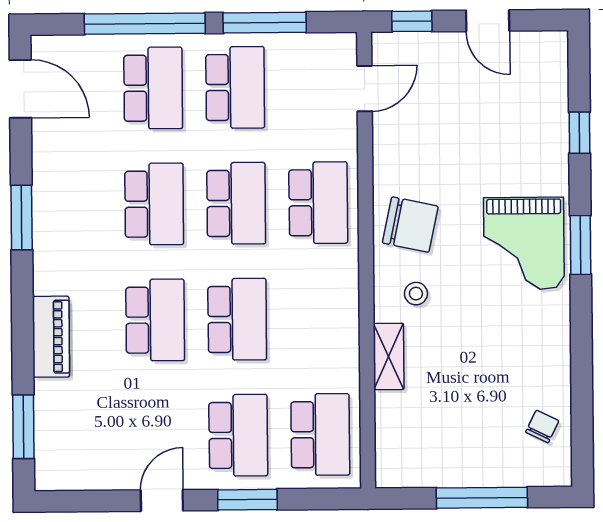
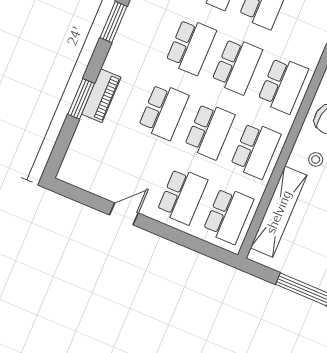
school desk: (319, 319) -> (256, 150), added
shelving: (389, 356) -> (279, 212), width x2.20, depth x1.33
window: (23, 427) -> (81, 99), moved
window: (247, 500) -> (172, 234), removed

